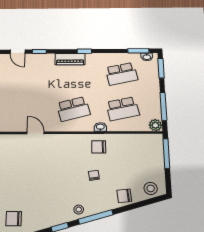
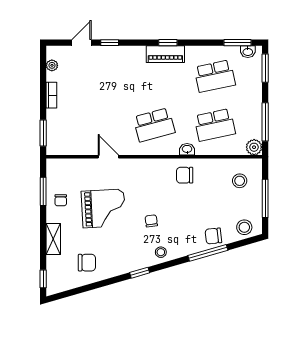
door: (18, 52) -> (82, 43), swing flipped
piano: (70, 59) -> (165, 54), moved
stool: (145, 151) -> (240, 181), added
window: (166, 154) -> (265, 198), moved
grand piano: (30, 173) -> (103, 208), added
chair: (94, 175) -> (151, 221), moved
window: (96, 217) -> (208, 253), moved
chair: (14, 219) -> (87, 263), turned 180

